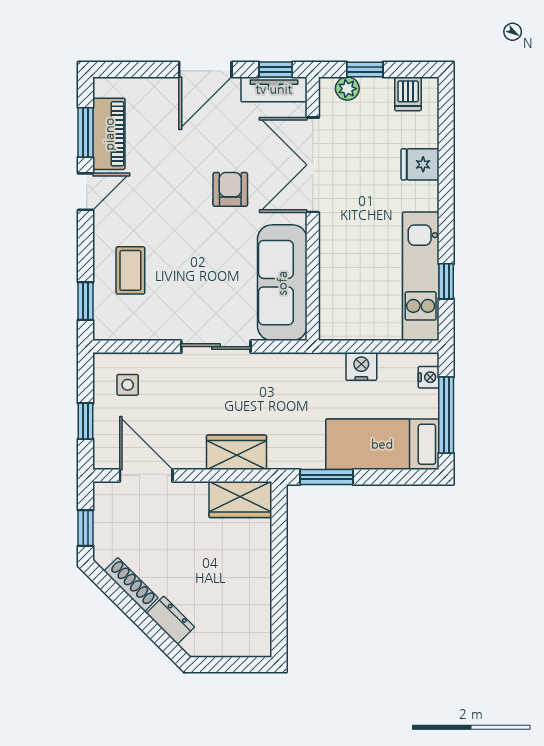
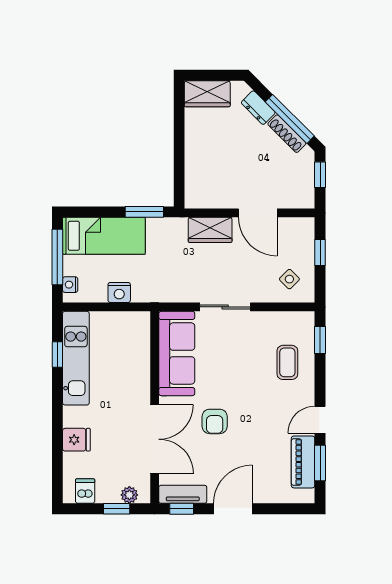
side table: (128, 385) -> (289, 279), turned 45
door: (146, 476) -> (258, 213), moved
wardrobe: (240, 500) -> (207, 94), moved, turned 180
window: (127, 605) -> (290, 119), added

